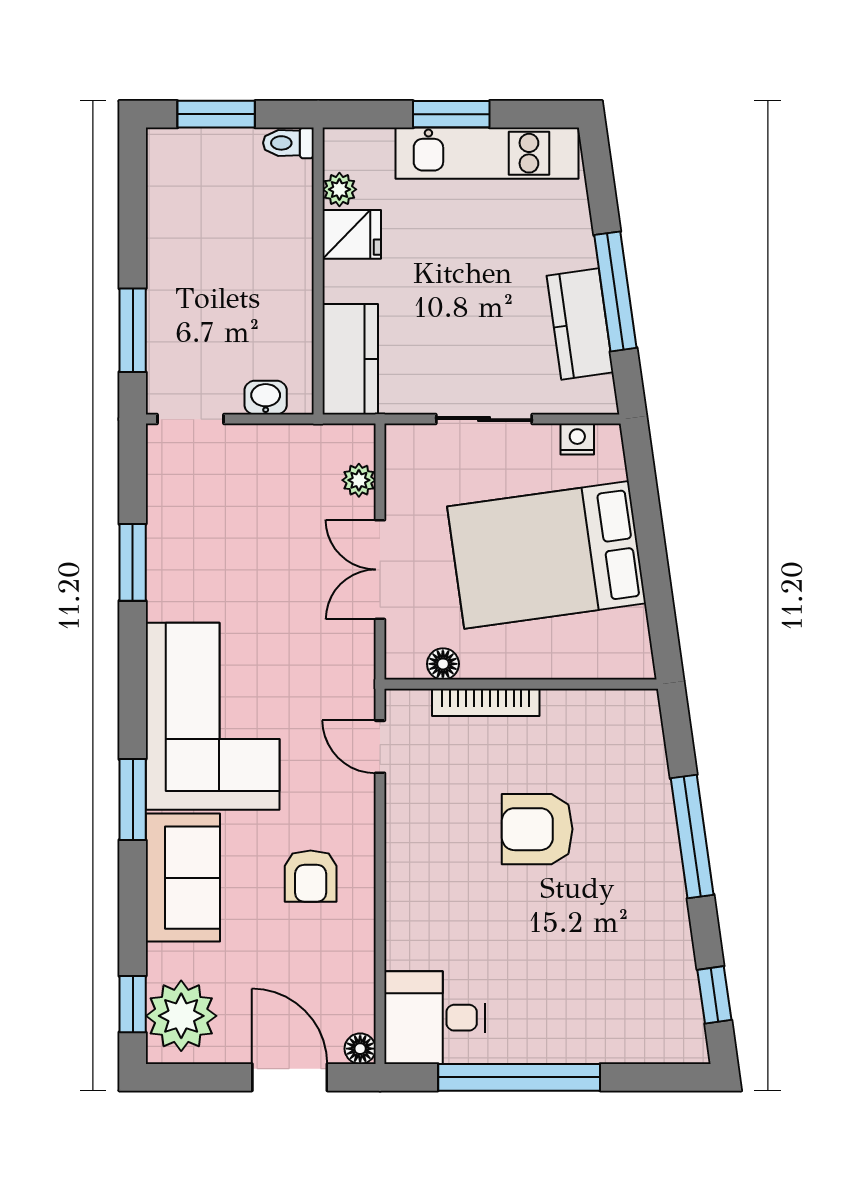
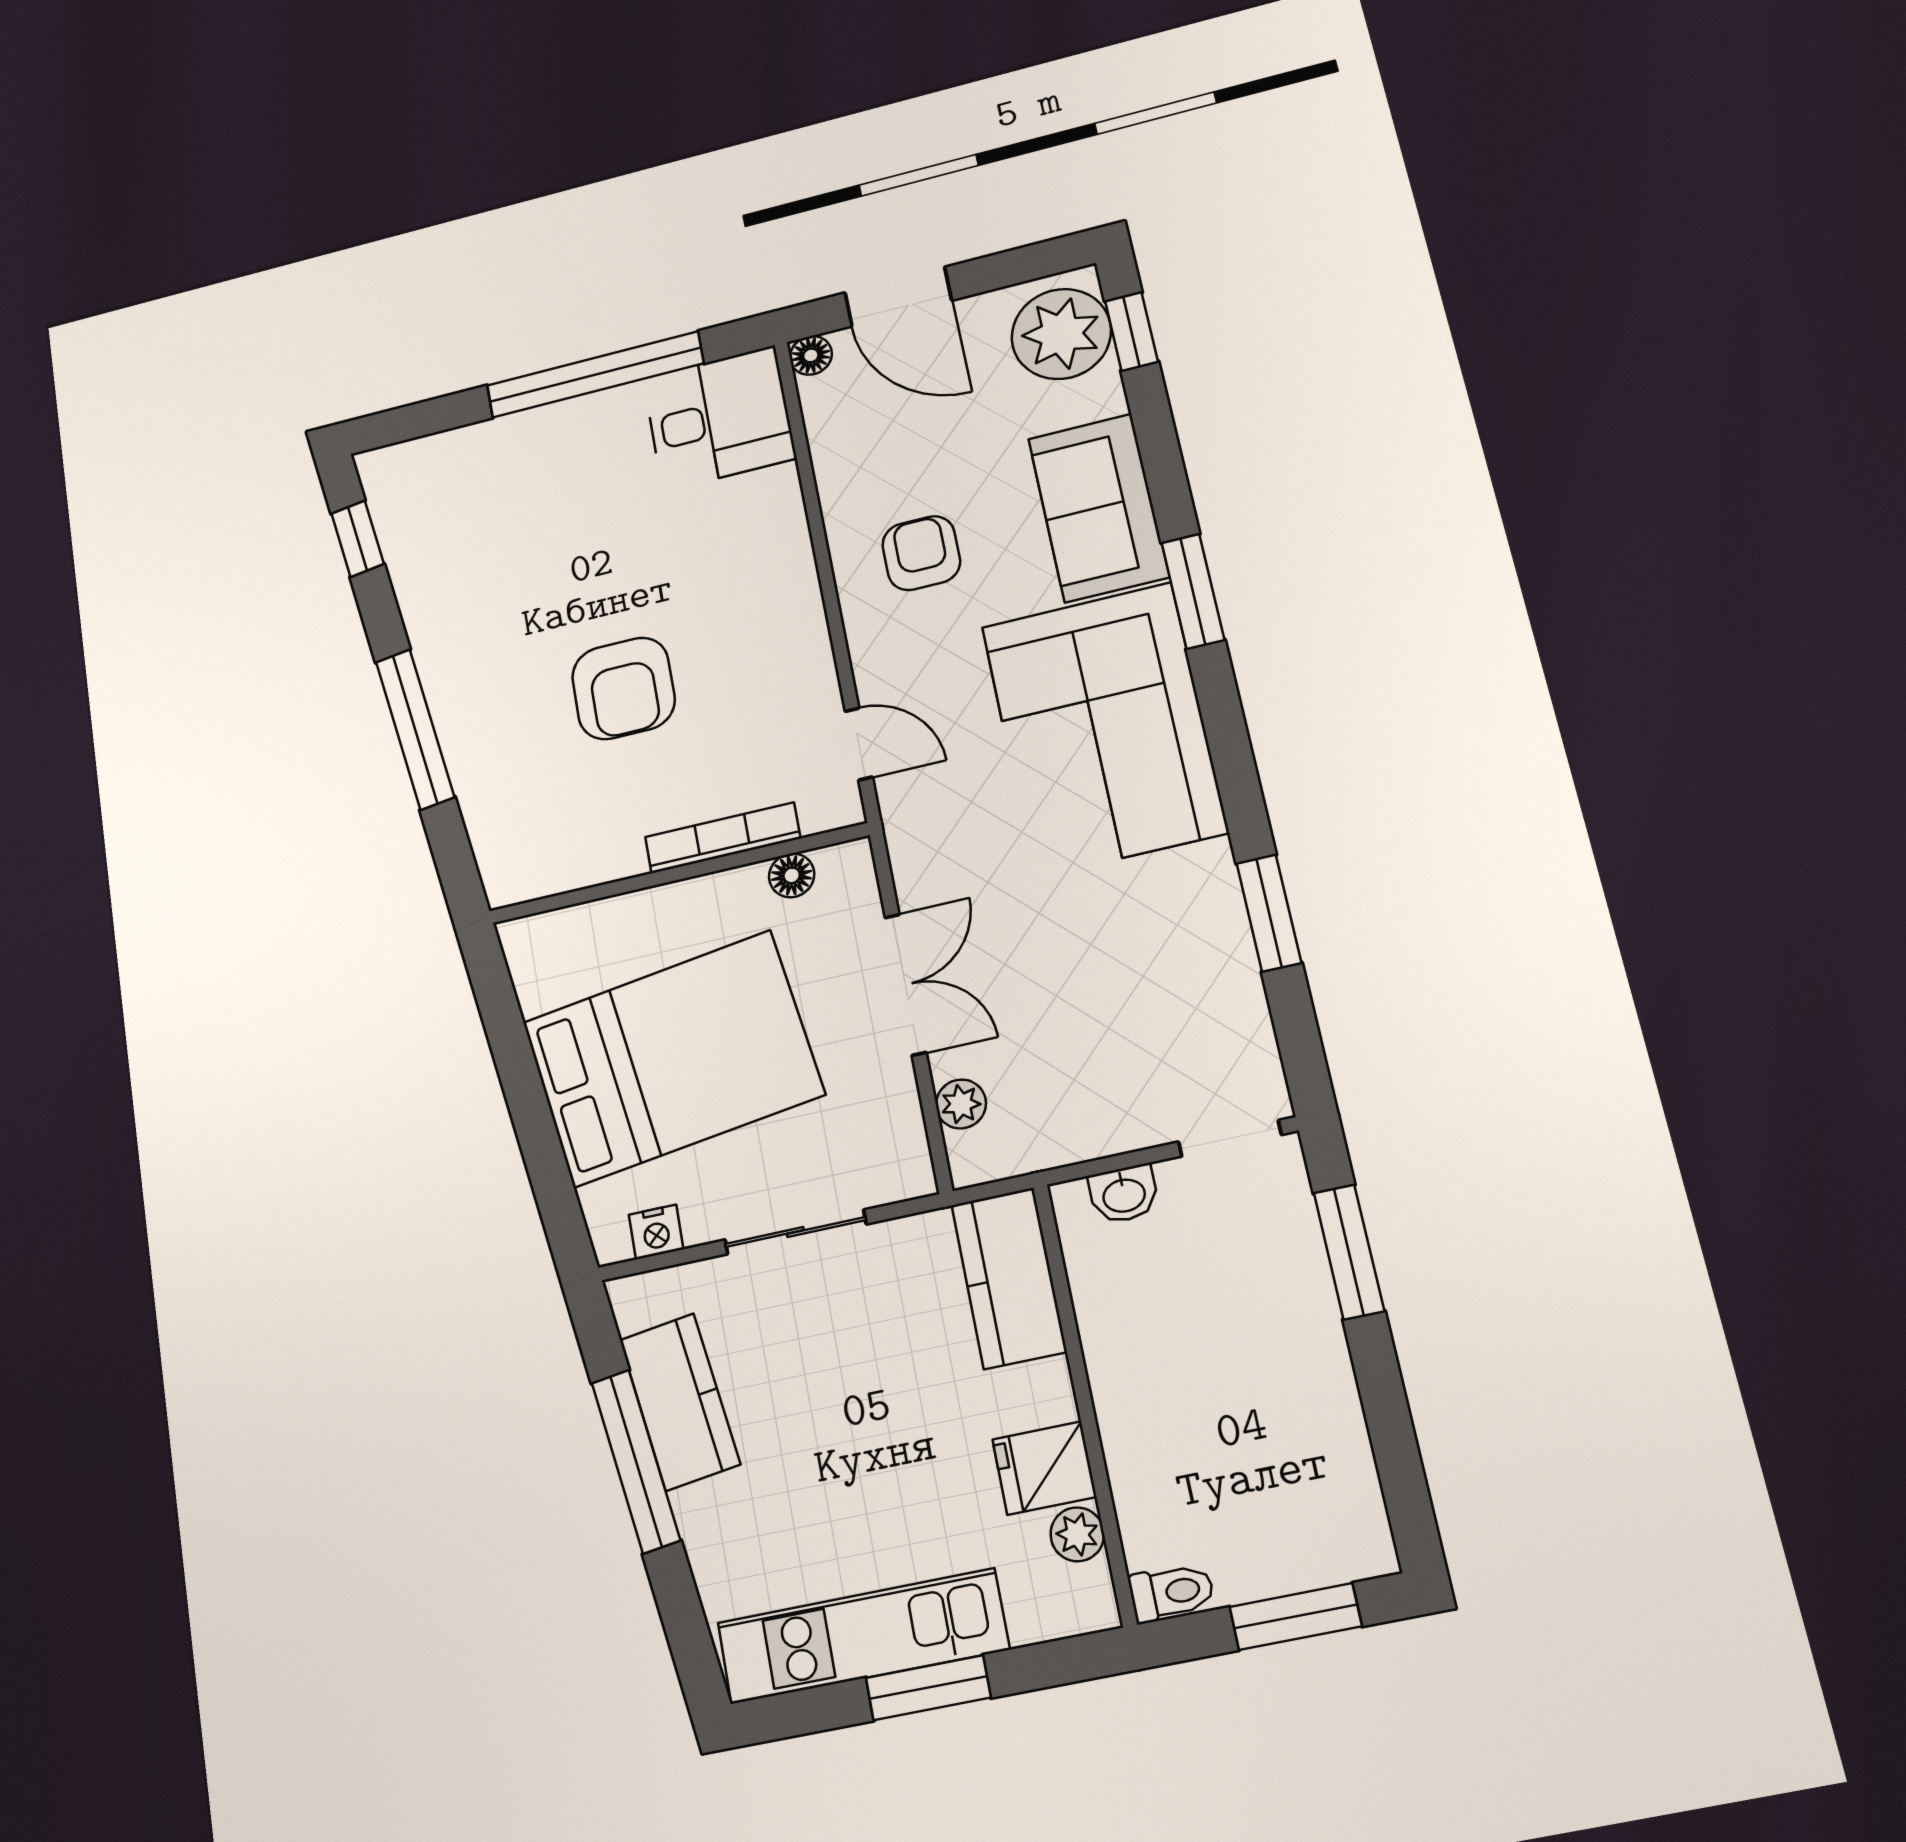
armchair: (537, 829) -> (623, 688), turned 90

